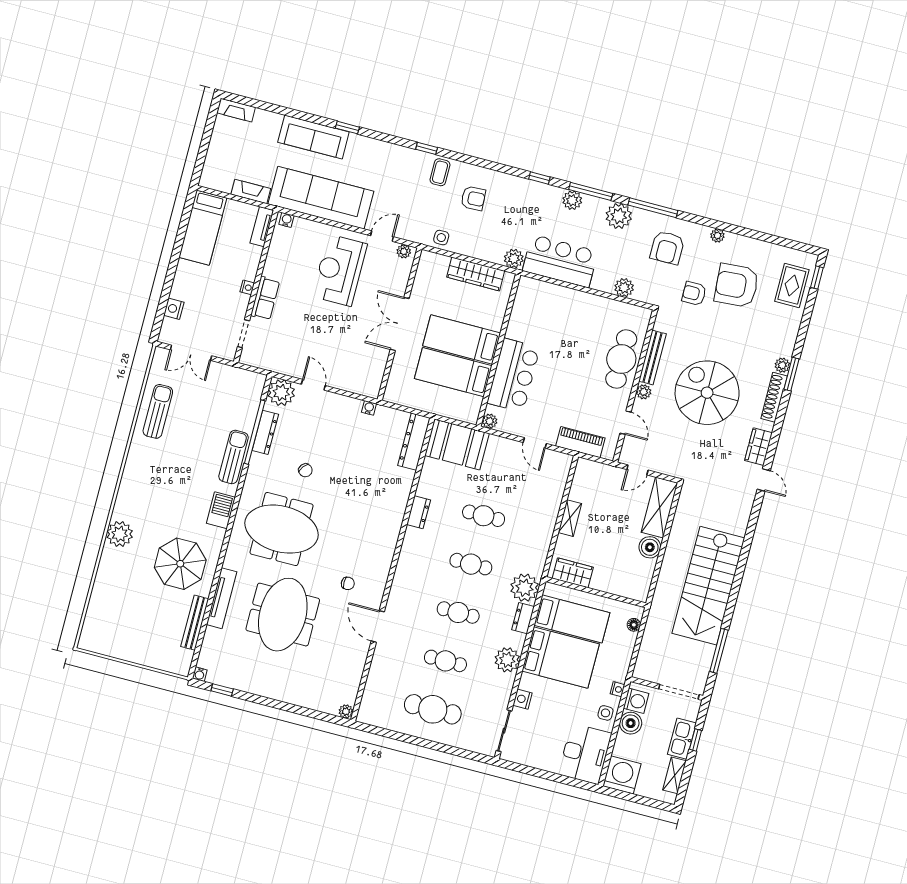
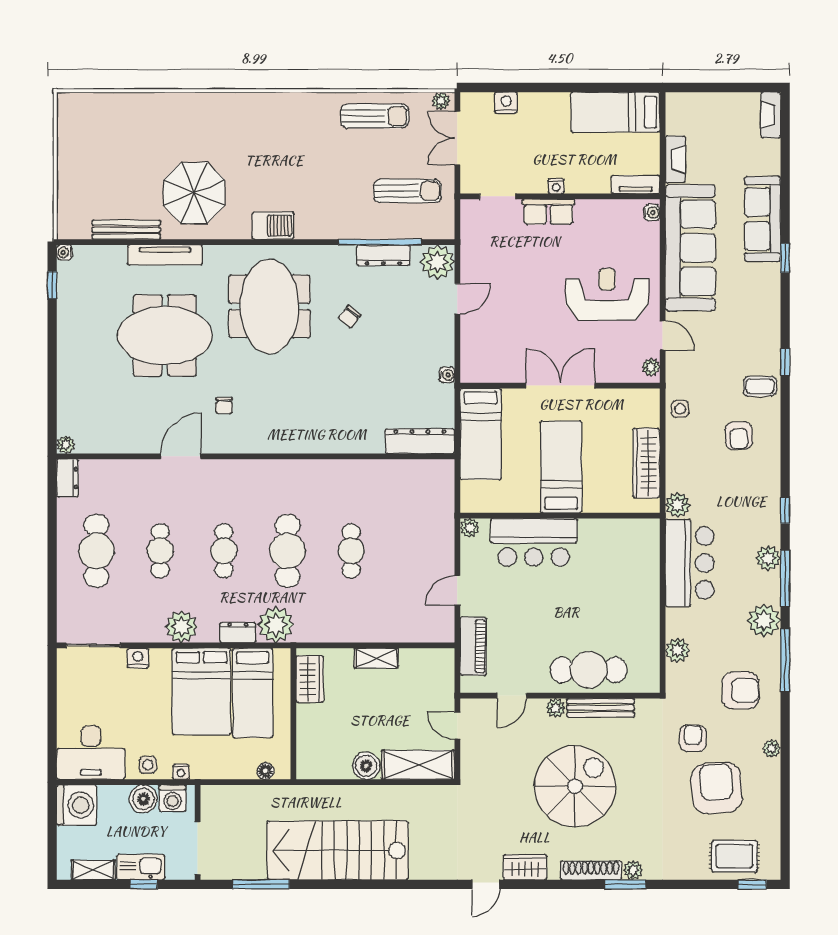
armchair: (667, 248) -> (741, 690), turned 180
bed: (453, 372) -> (481, 434), moved, turned 180
booth: (457, 444) -> (430, 495), removed
sun lounger: (234, 457) -> (407, 191), moved
dresser: (419, 512) -> (67, 478), moved, turned -90
plant: (120, 534) -> (441, 101), moved, width x0.53, depth x0.53
cafe table: (471, 564) -> (288, 551), width x1.37, depth x1.35

